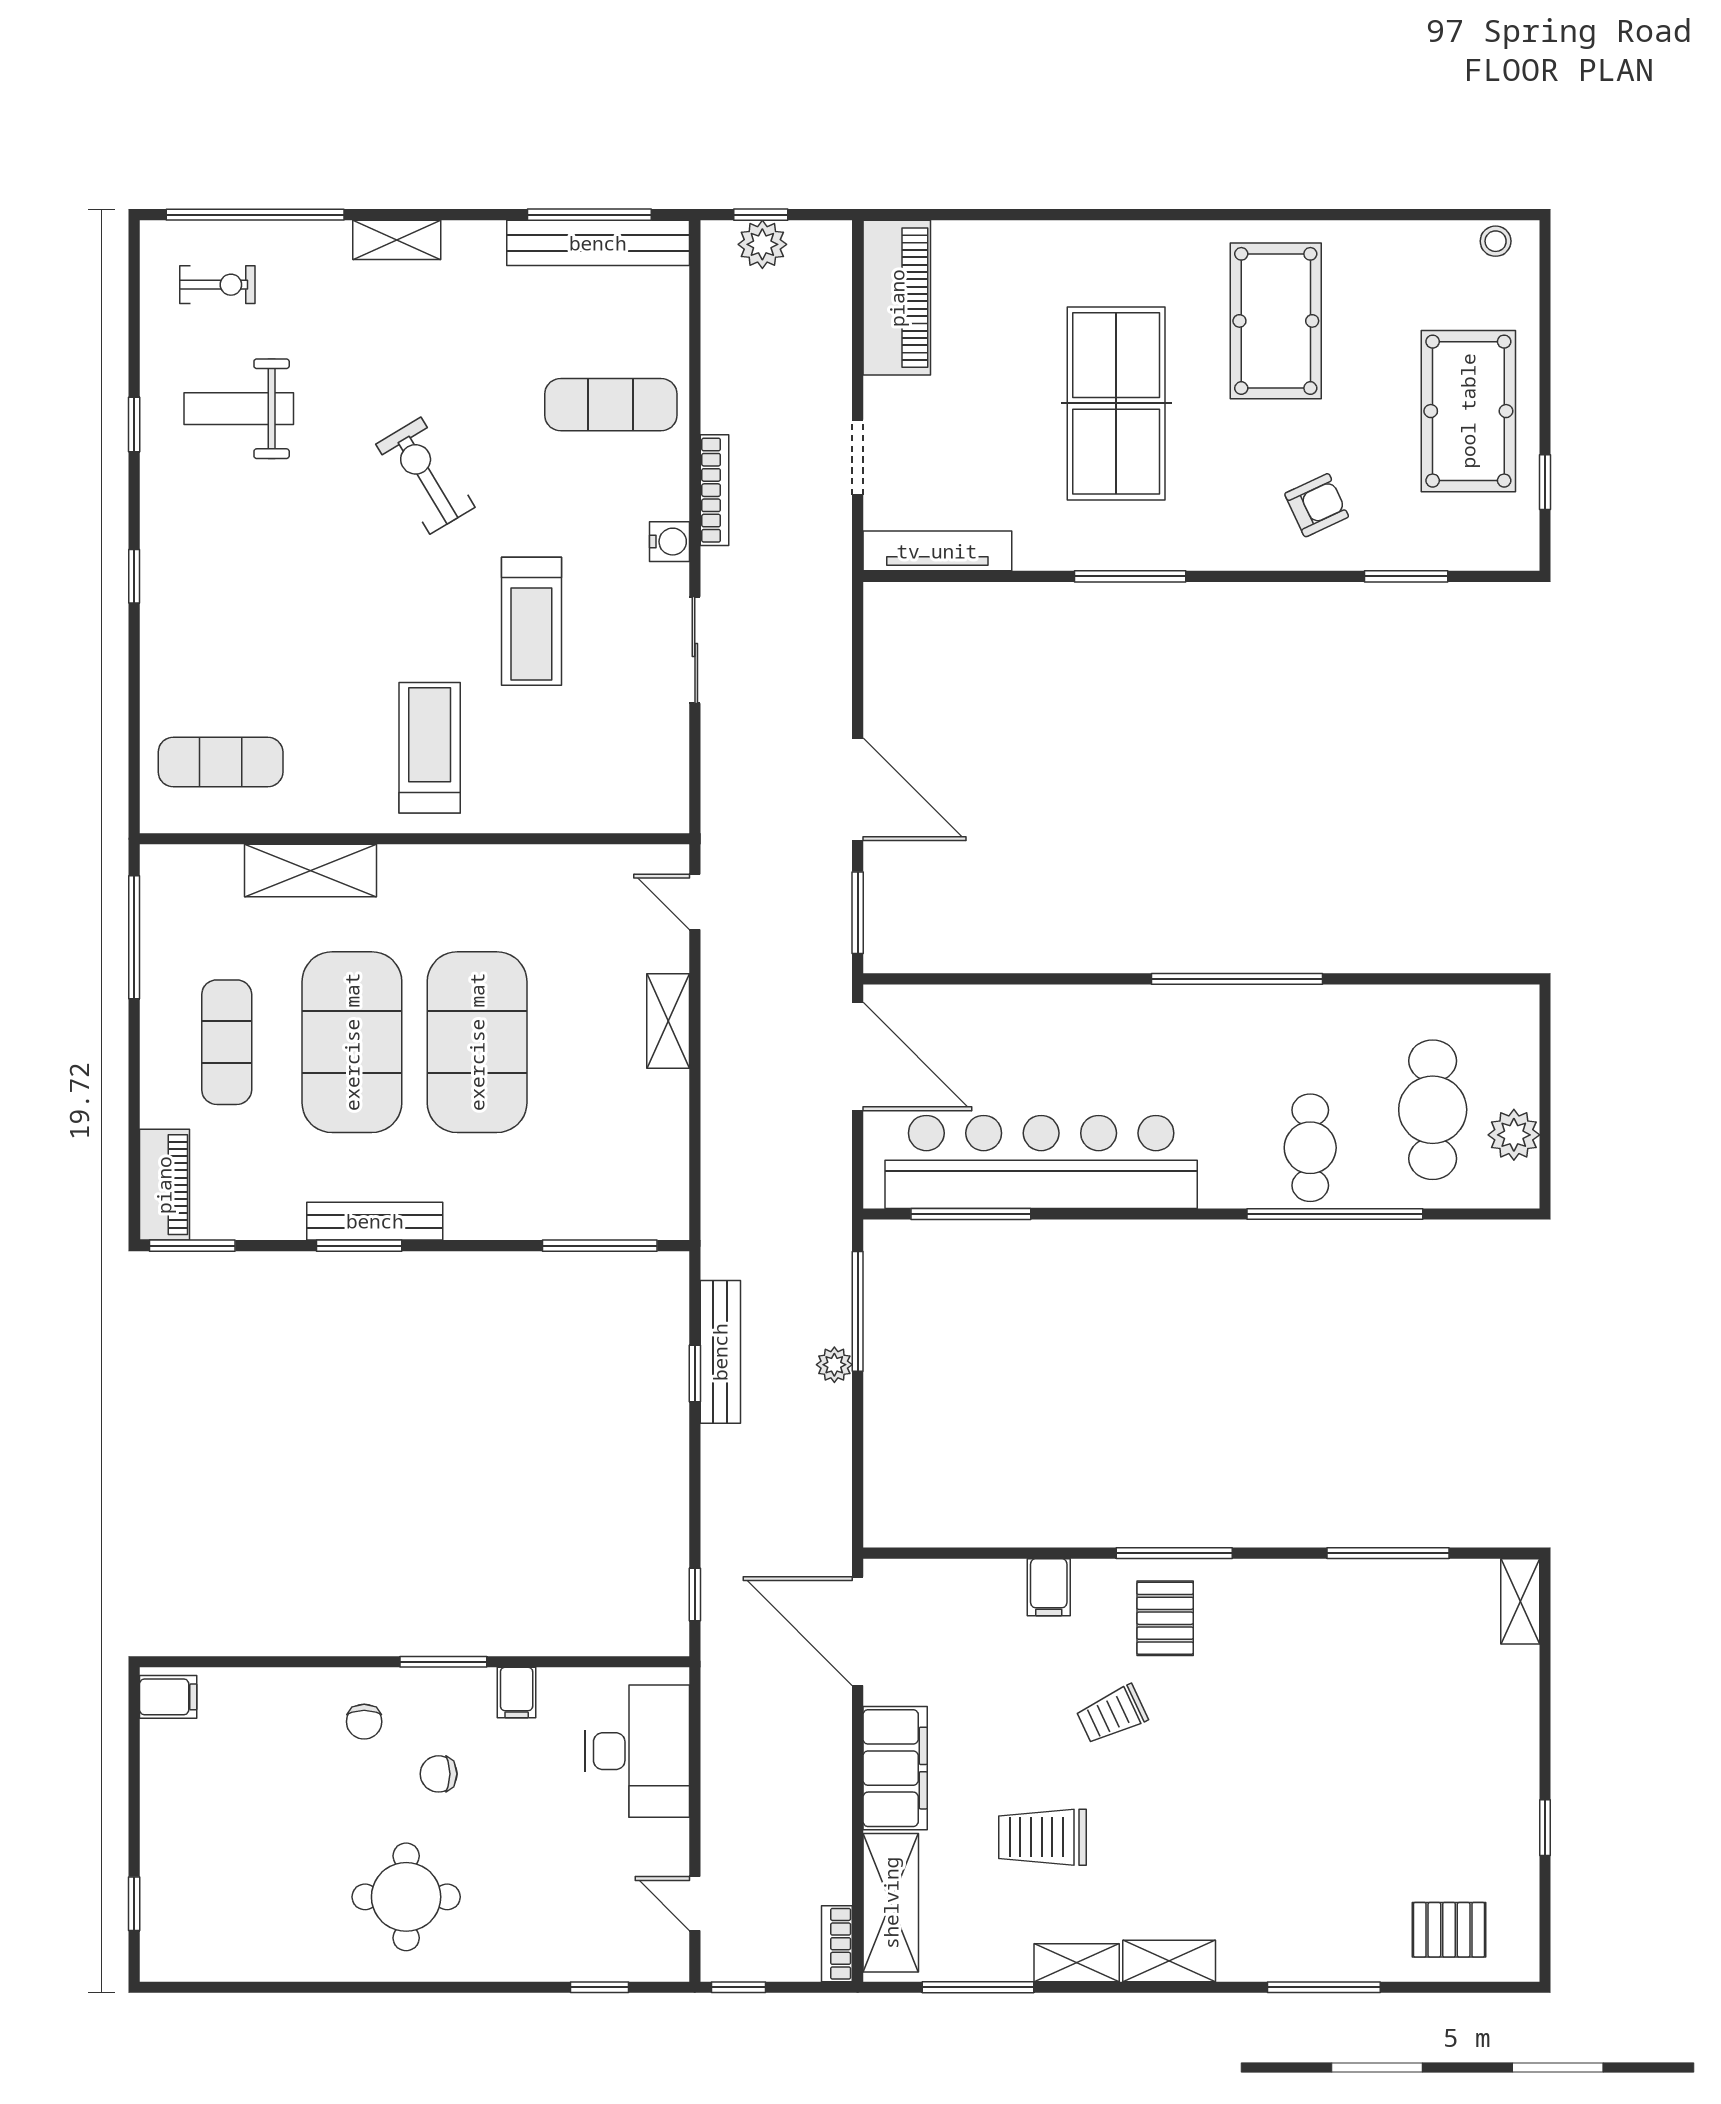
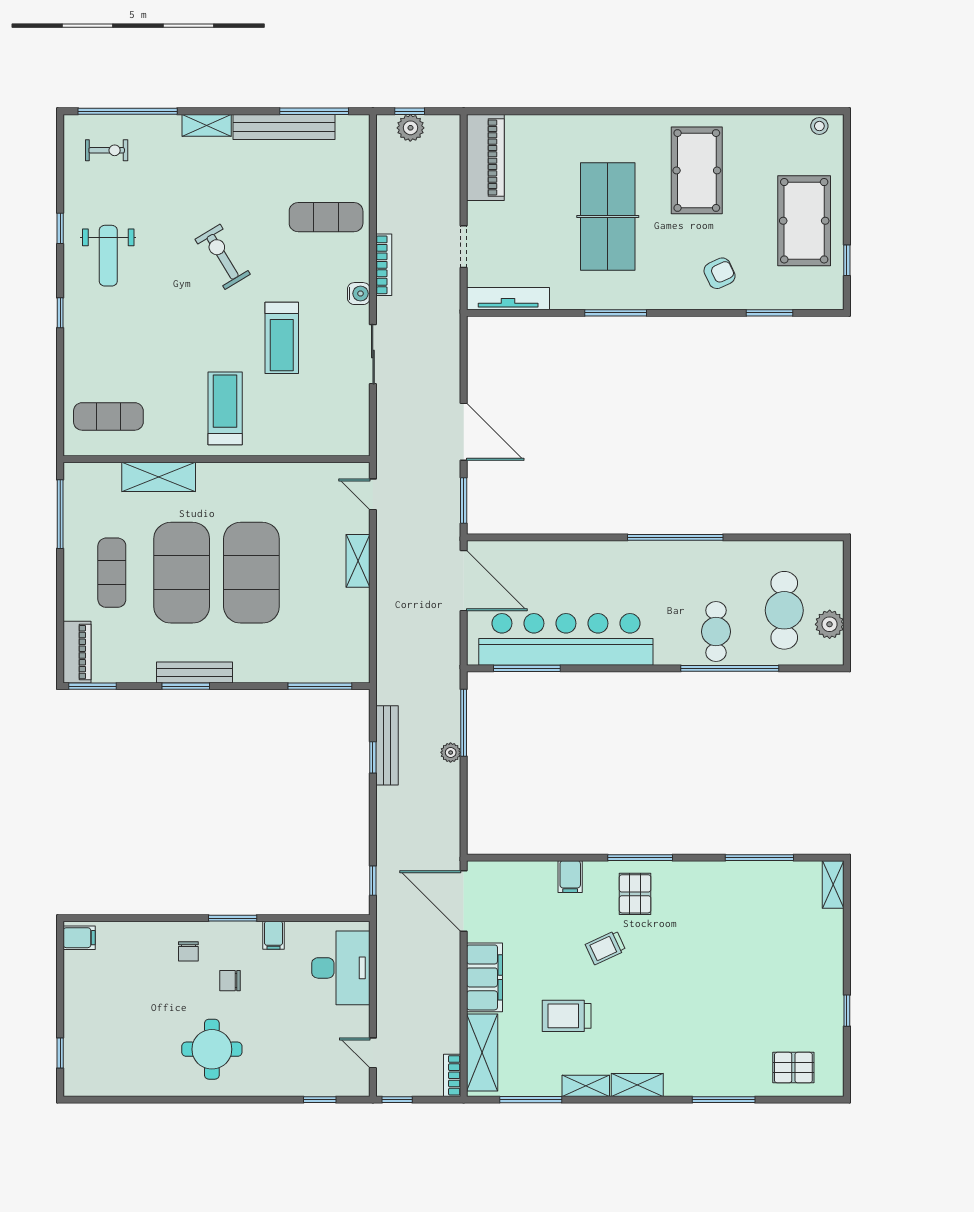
bench: (598, 243) -> (284, 127), moved
weight bench: (239, 409) -> (108, 256), moved, turned -90

